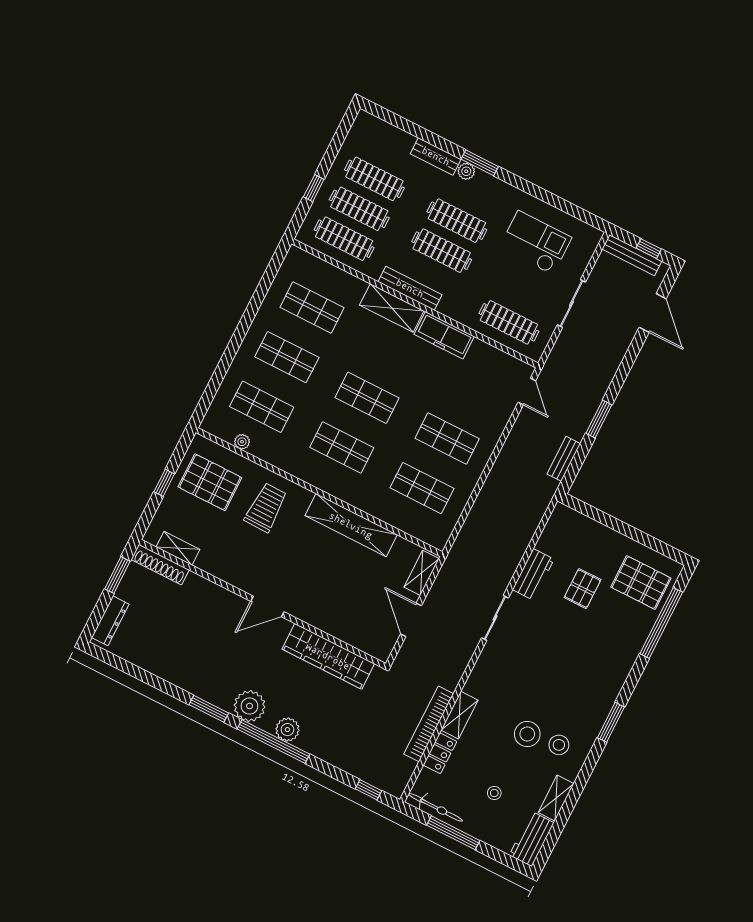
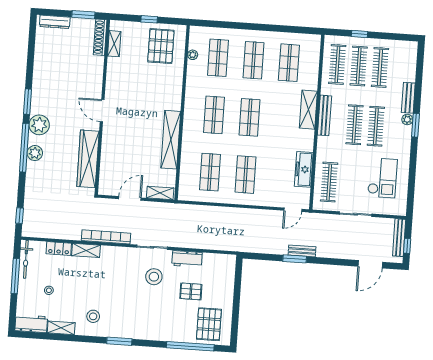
freezer: (444, 335) -> (304, 169), moved
bench: (564, 459) -> (302, 251), moved
trolley: (266, 508) -> (160, 85), removed
bookcase: (429, 724) -> (106, 237), moved
stool: (527, 734) -> (154, 277), moved

